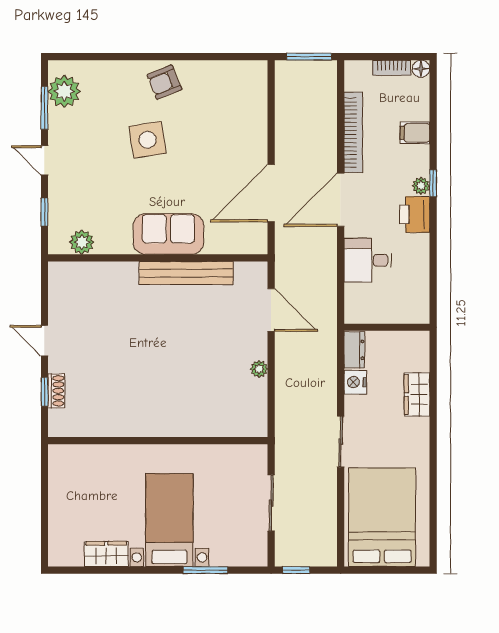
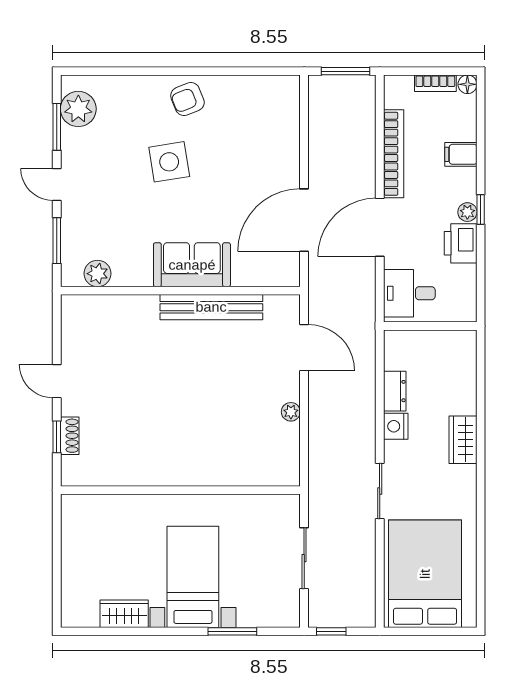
window: (44, 212) -> (57, 241), width x1.50
wall: (387, 327) -> (430, 326), moved

